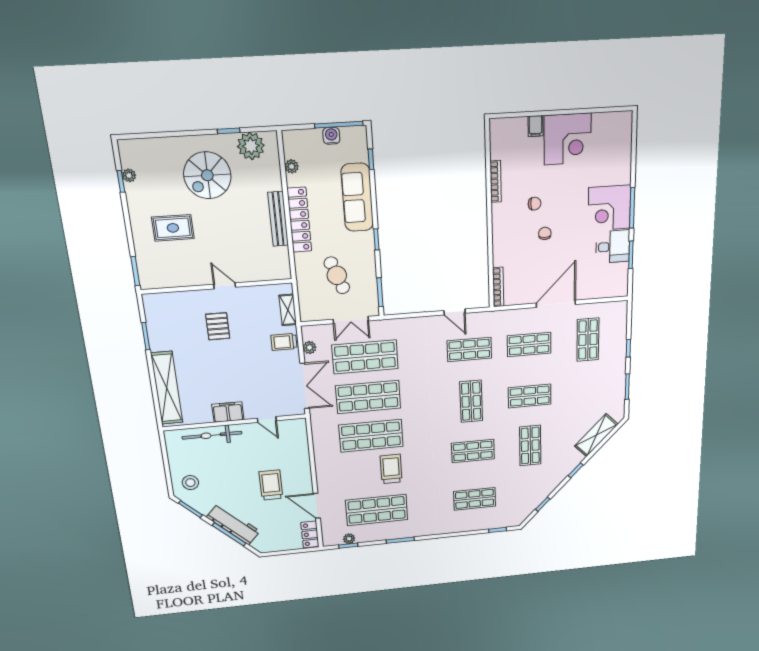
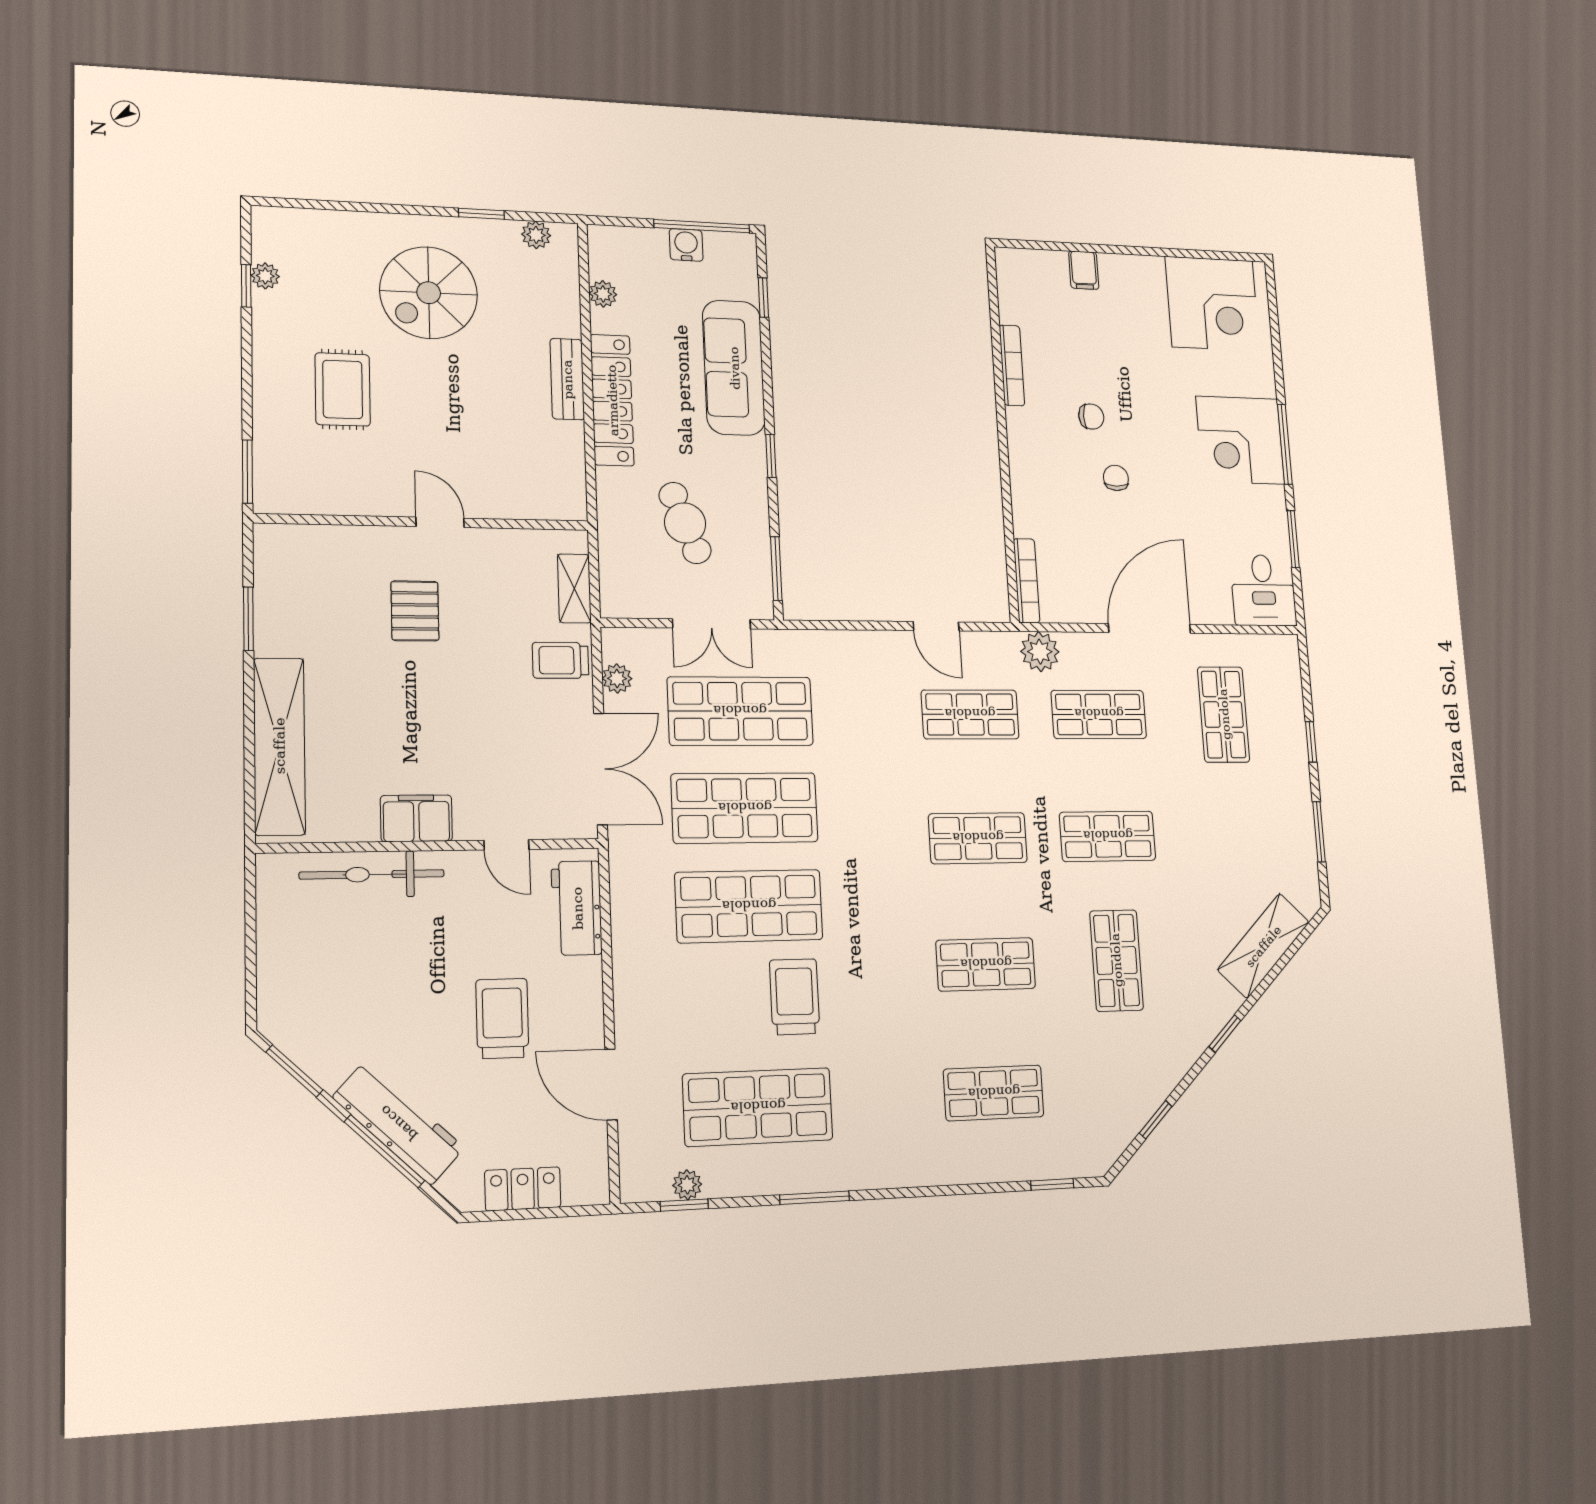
corner desk: (568, 139) -> (1212, 304), moved
plant: (251, 146) -> (536, 235), width x0.53, depth x0.53
bench: (278, 219) -> (567, 379), width x0.73
rug: (173, 228) -> (343, 389), turned 90
desk: (613, 247) -> (1263, 590), moved, turned 90
plant: (503, 319) -> (1040, 652), added
shop shelf: (471, 401) -> (978, 838), turned 90
workbench: (298, 442) -> (577, 908), added
stool: (190, 483) -> (304, 997), removed
locker: (310, 534) -> (523, 1189), moved, turned 90

